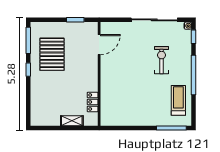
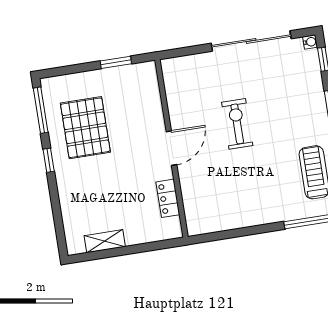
door: (99, 45) -> (171, 148), moved
exercise bike: (162, 60) -> (237, 124), moved
shelving: (72, 121) -> (105, 241), moved

